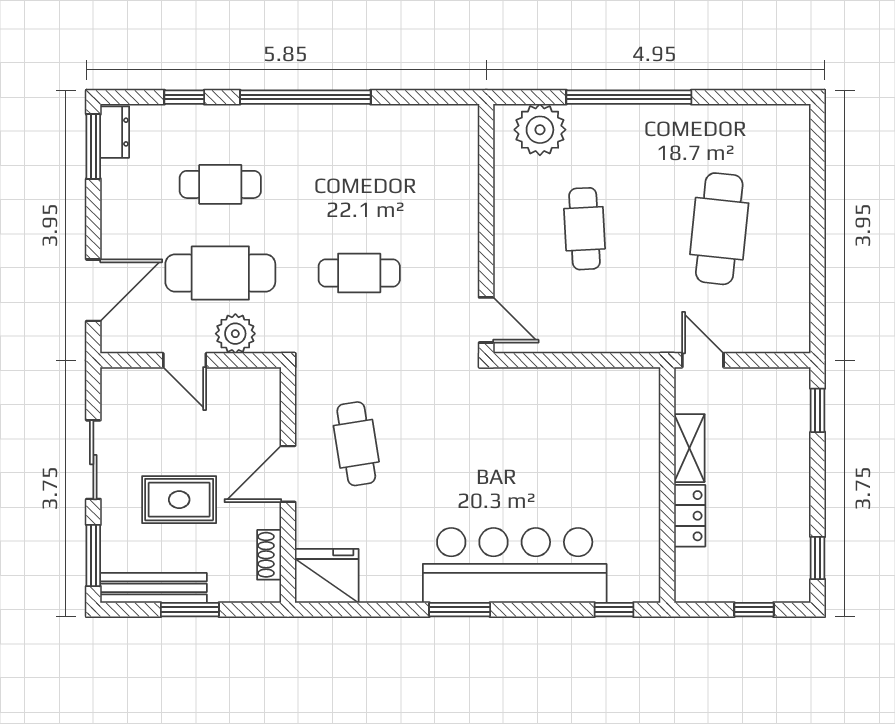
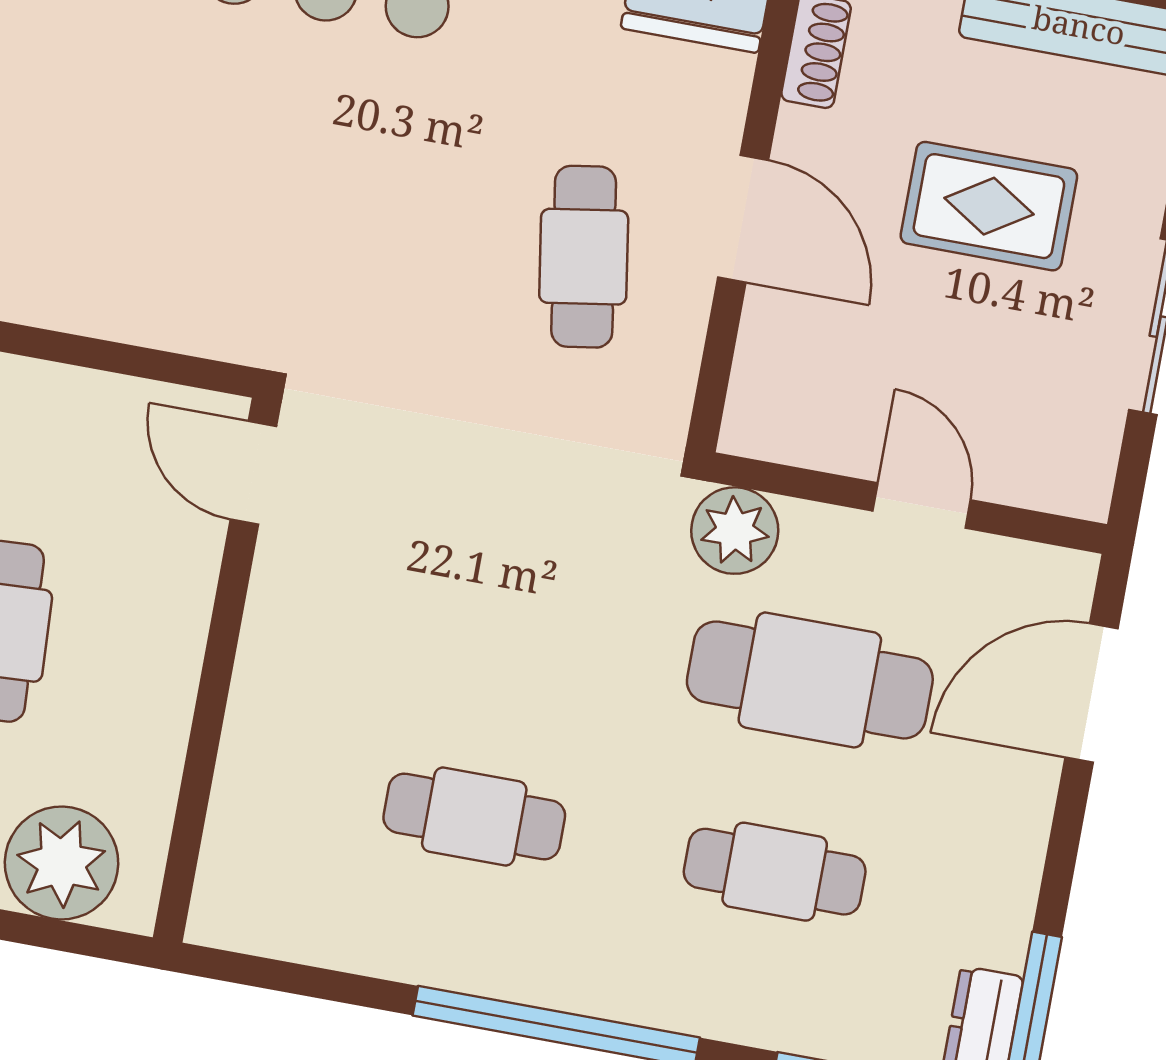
cafe table: (359, 273) -> (474, 817), moved
plant: (235, 334) -> (735, 531), moved
door: (288, 474) -> (743, 219), hinge flipped

